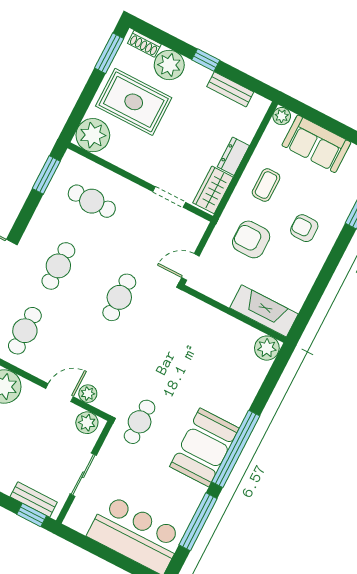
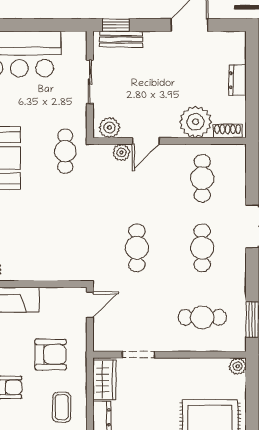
plant: (93, 135) -> (238, 366), width x0.53, depth x0.53

